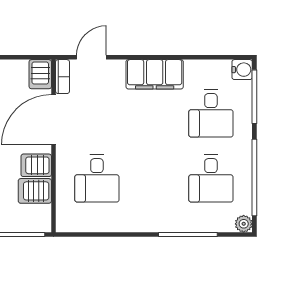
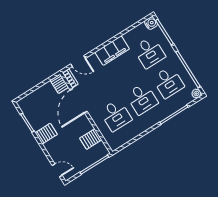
door: (91, 57) -> (78, 61), swing flipped
server rack: (36, 165) -> (84, 127), removed
desk: (154, 178) -> (142, 99), added

